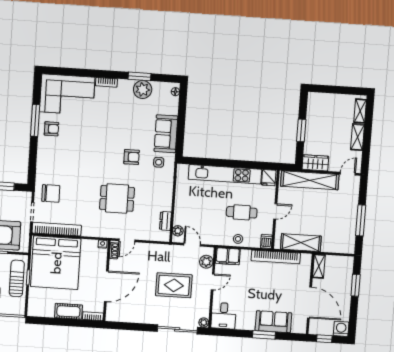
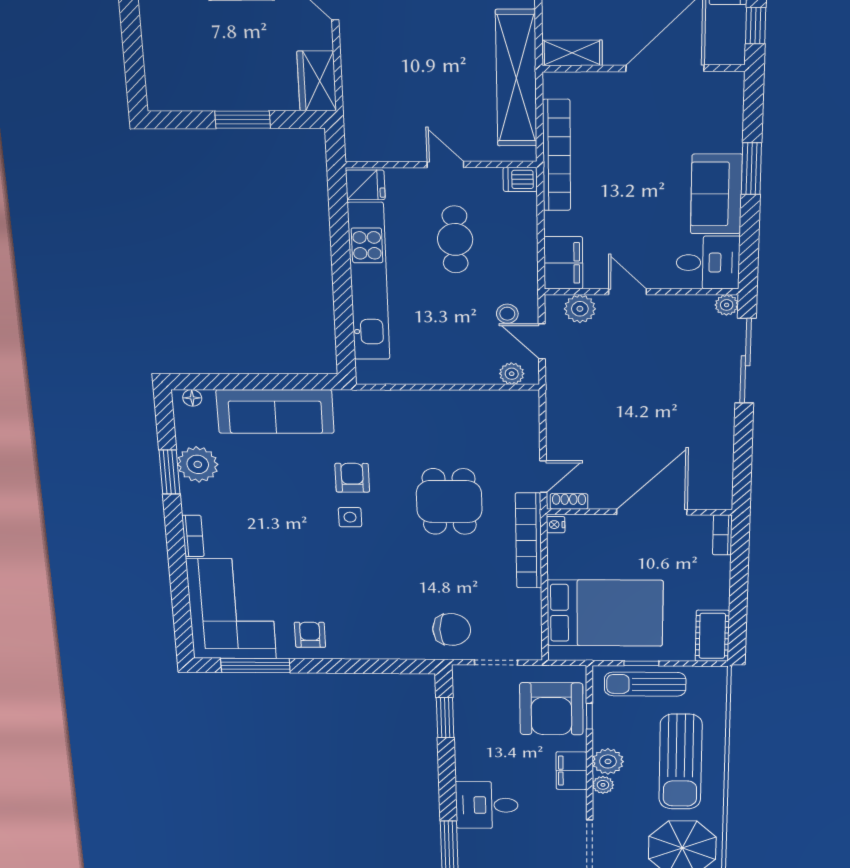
window: (35, 120) -> (255, 666), moved
sofa: (166, 134) -> (275, 411), width x1.36
side table: (159, 162) -> (350, 517), moved
shelving: (310, 180) -> (361, 91), removed
chair: (51, 193) -> (452, 630), turned 90
dresser: (165, 221) -> (491, 401), removed
bookcase: (57, 229) -> (529, 541), moved
stool: (238, 239) -> (507, 314), moved
door: (127, 240) -> (543, 477), hinge flipped
shelving: (301, 243) -> (516, 78), width x1.47
door: (192, 245) -> (542, 341), hinge flipped
bed: (56, 263) -> (605, 613), width x0.73
rug: (174, 285) -> (641, 374), removed
door: (106, 286) -> (652, 512), hinge flipped
cot: (68, 311) -> (712, 636), moved
sofa: (273, 322) -> (716, 194), moved

